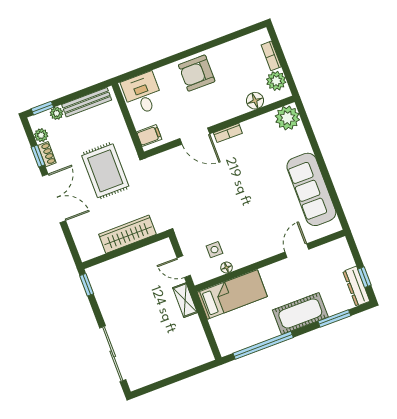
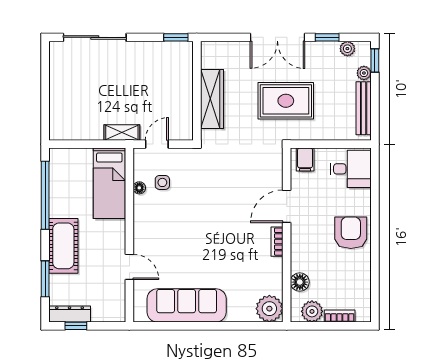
shoe rack: (47, 154) -> (326, 47), removed

